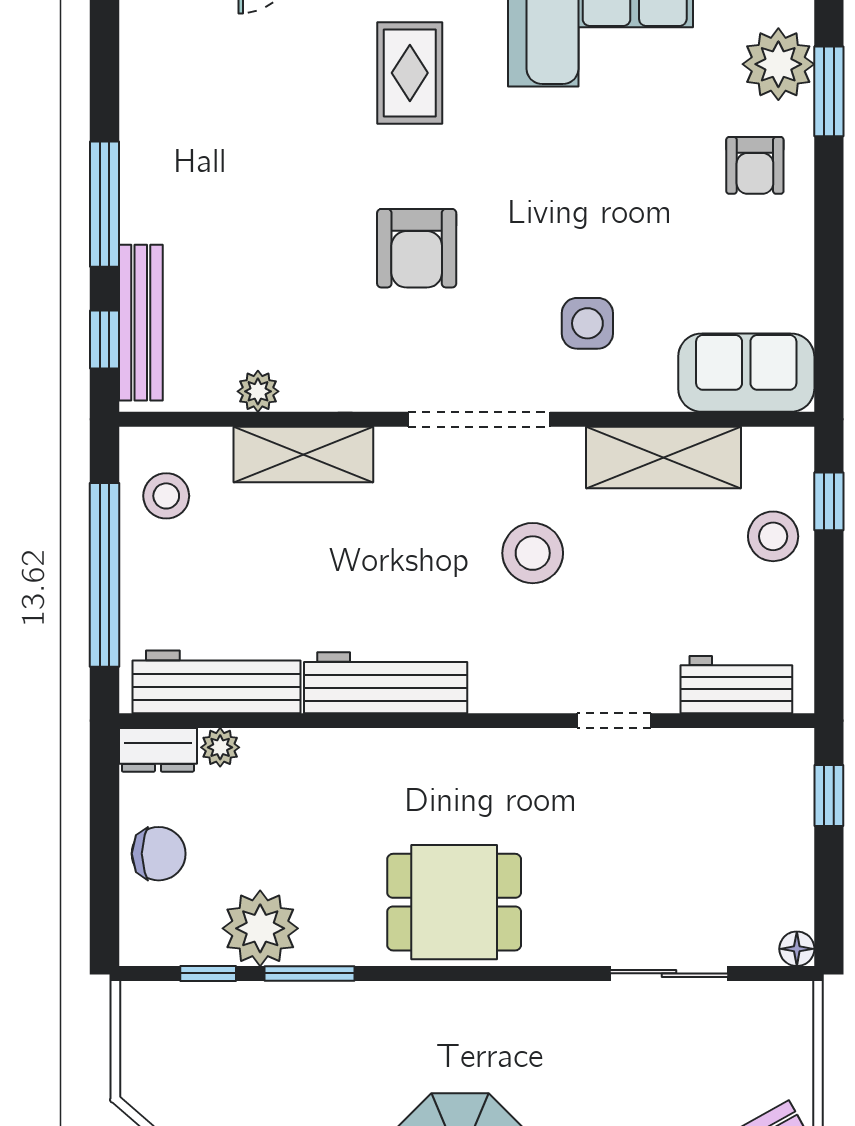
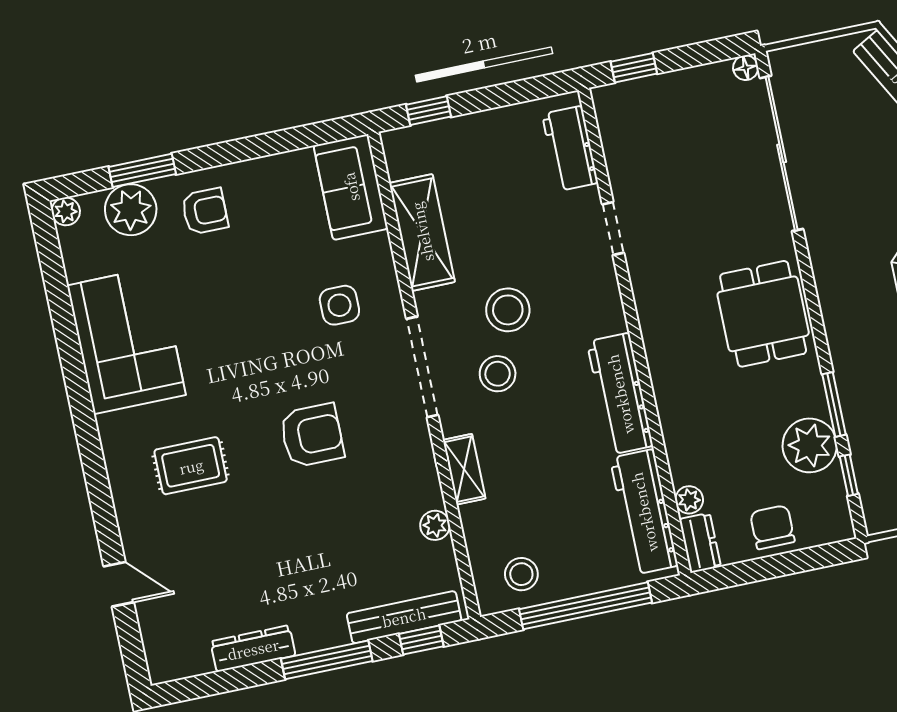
dresser: (141, 106) -> (253, 649), added
shelving: (303, 454) -> (464, 469), width x0.67, depth x0.75
stool: (773, 536) -> (498, 374), moved
sliding door: (669, 973) -> (782, 153), width x1.86

